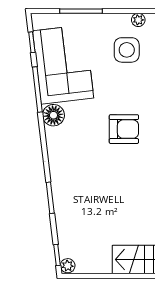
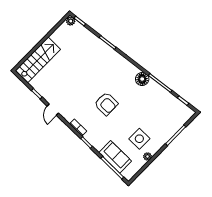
corner sofa: (63, 64) -> (160, 105), removed
armchair: (124, 129) -> (106, 104), turned -90

